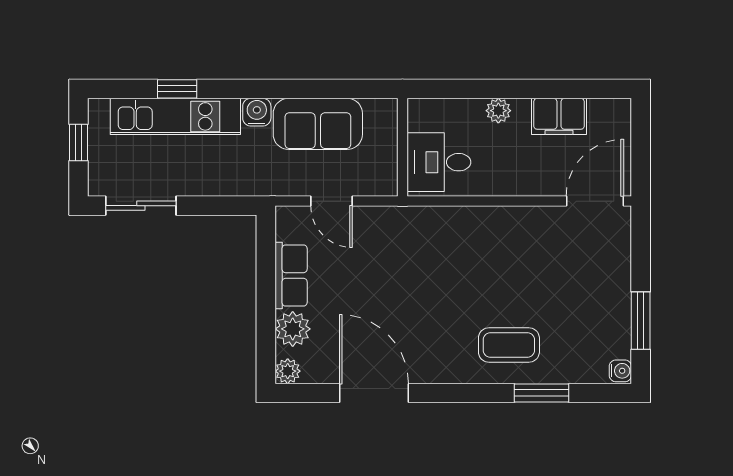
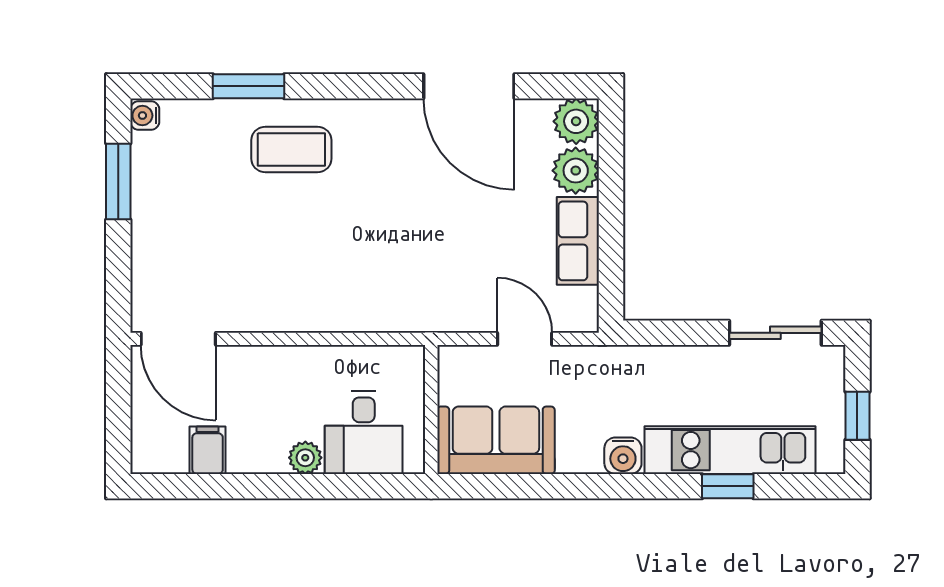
filing cabinet: (559, 116) -> (208, 450), width x0.50
sofa: (318, 124) -> (496, 440), moved
desk: (439, 162) -> (364, 432), moved, turned 90
door: (595, 201) -> (178, 339), hinge flipped
plant: (288, 371) -> (576, 121), width x1.38, depth x1.38

